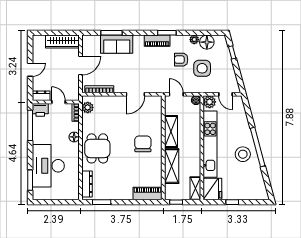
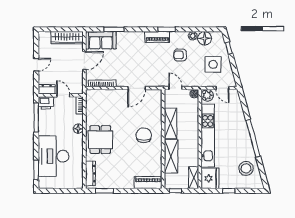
sofa: (117, 44) -> (101, 40), moved
side table: (202, 68) -> (213, 64), moved
plant: (88, 107) -> (91, 101), removed
stool: (243, 154) -> (246, 168), moved

